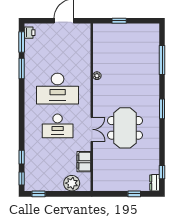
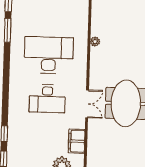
desk: (58, 89) -> (49, 55), turned 180

